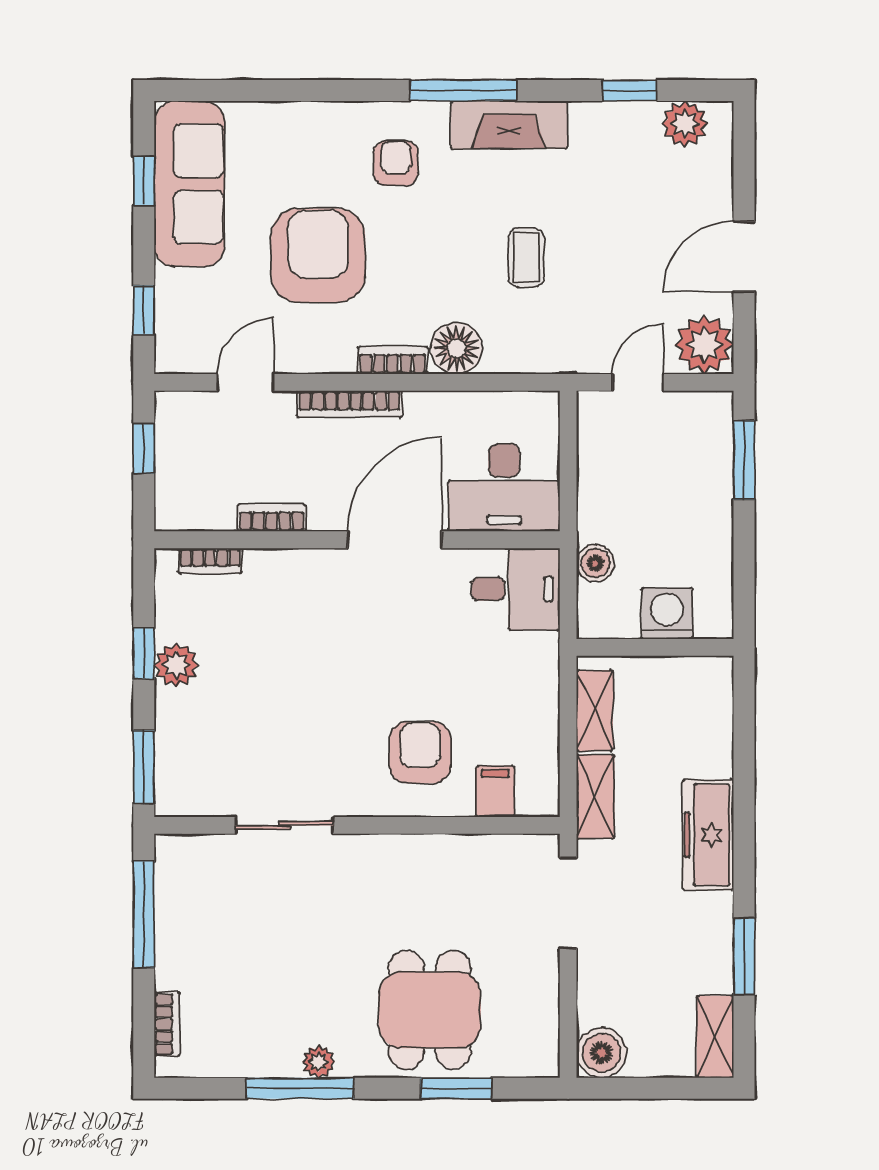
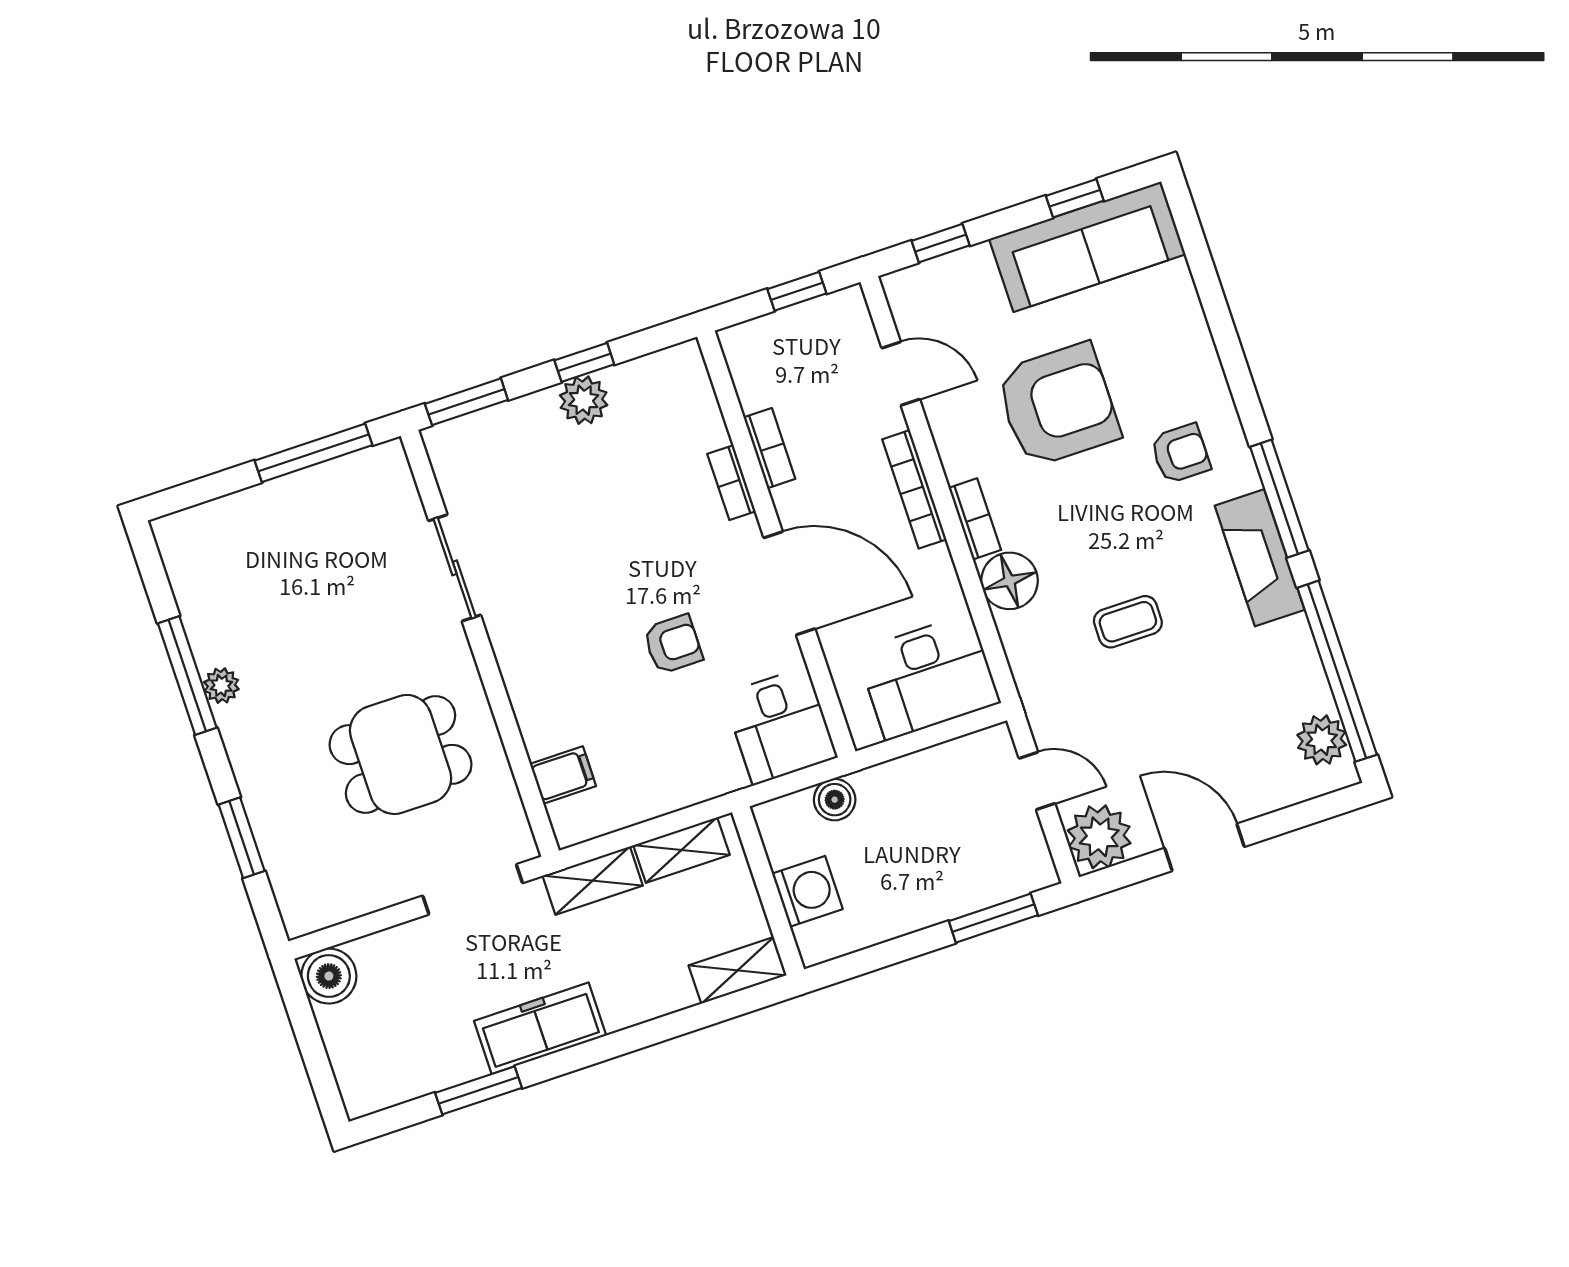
window: (630, 91) -> (1337, 671), width x3.17
desk: (504, 488) -> (928, 677), moved, turned -90
bookcase: (210, 561) -> (731, 483), moved
armchair: (420, 753) -> (673, 644), moved, width x0.72, depth x0.72
freezer: (708, 835) -> (540, 1028), moved
dining table: (430, 1010) -> (401, 754), moved
bookcase: (167, 1024) -> (208, 515), removed
shelving: (715, 1037) -> (738, 970), moved

